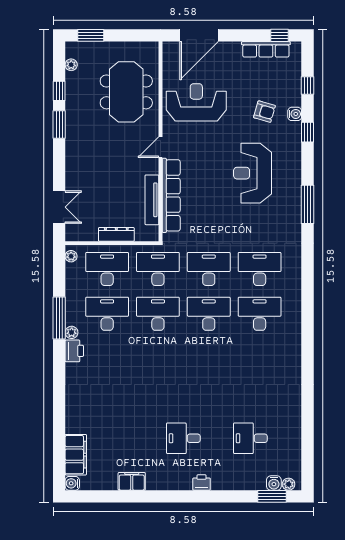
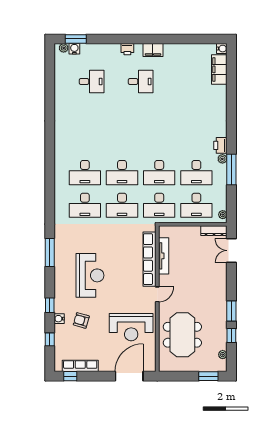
dresser: (116, 234) -> (214, 231), moved
filing cabinet: (132, 481) -> (153, 50), moved

